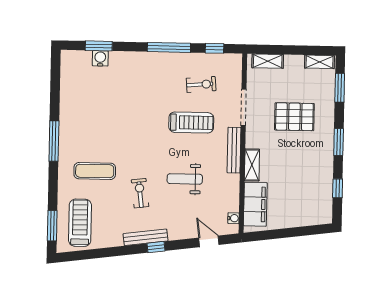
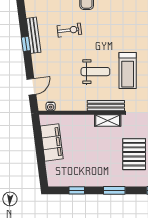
shelving: (252, 165) -> (108, 120), moved
weight bench: (185, 179) -> (95, 72), moved, turned 90
filing cabinet: (255, 204) -> (52, 142), moved, turned -97

